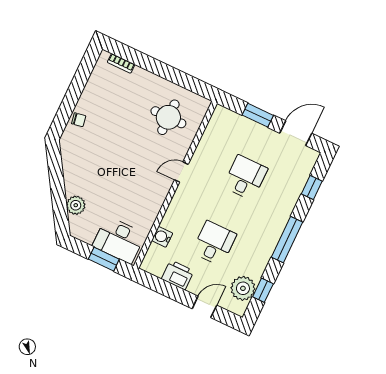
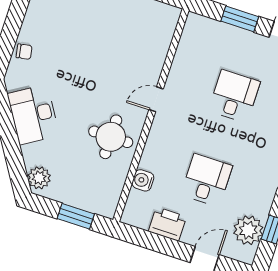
round table: (168, 117) -> (111, 137), moved
plant: (76, 205) -> (39, 178), moved
desk: (119, 240) -> (33, 114), moved, turned 58

